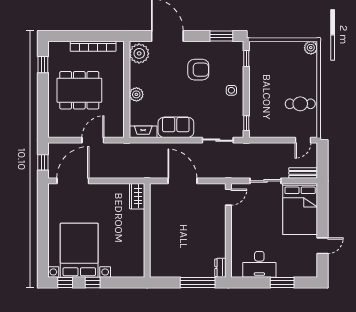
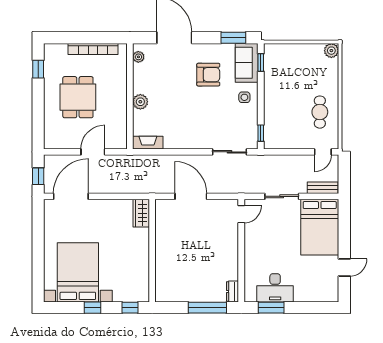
plant: (139, 53) -> (138, 57), width x0.53, depth x0.53
dining table: (79, 90) -> (78, 97), width x0.73
cafe table: (300, 104) -> (320, 112), turned 90
sofa: (176, 127) -> (247, 63), moved, turned -90
window: (65, 282) -> (130, 308), moved
window: (282, 282) -> (271, 308), moved

